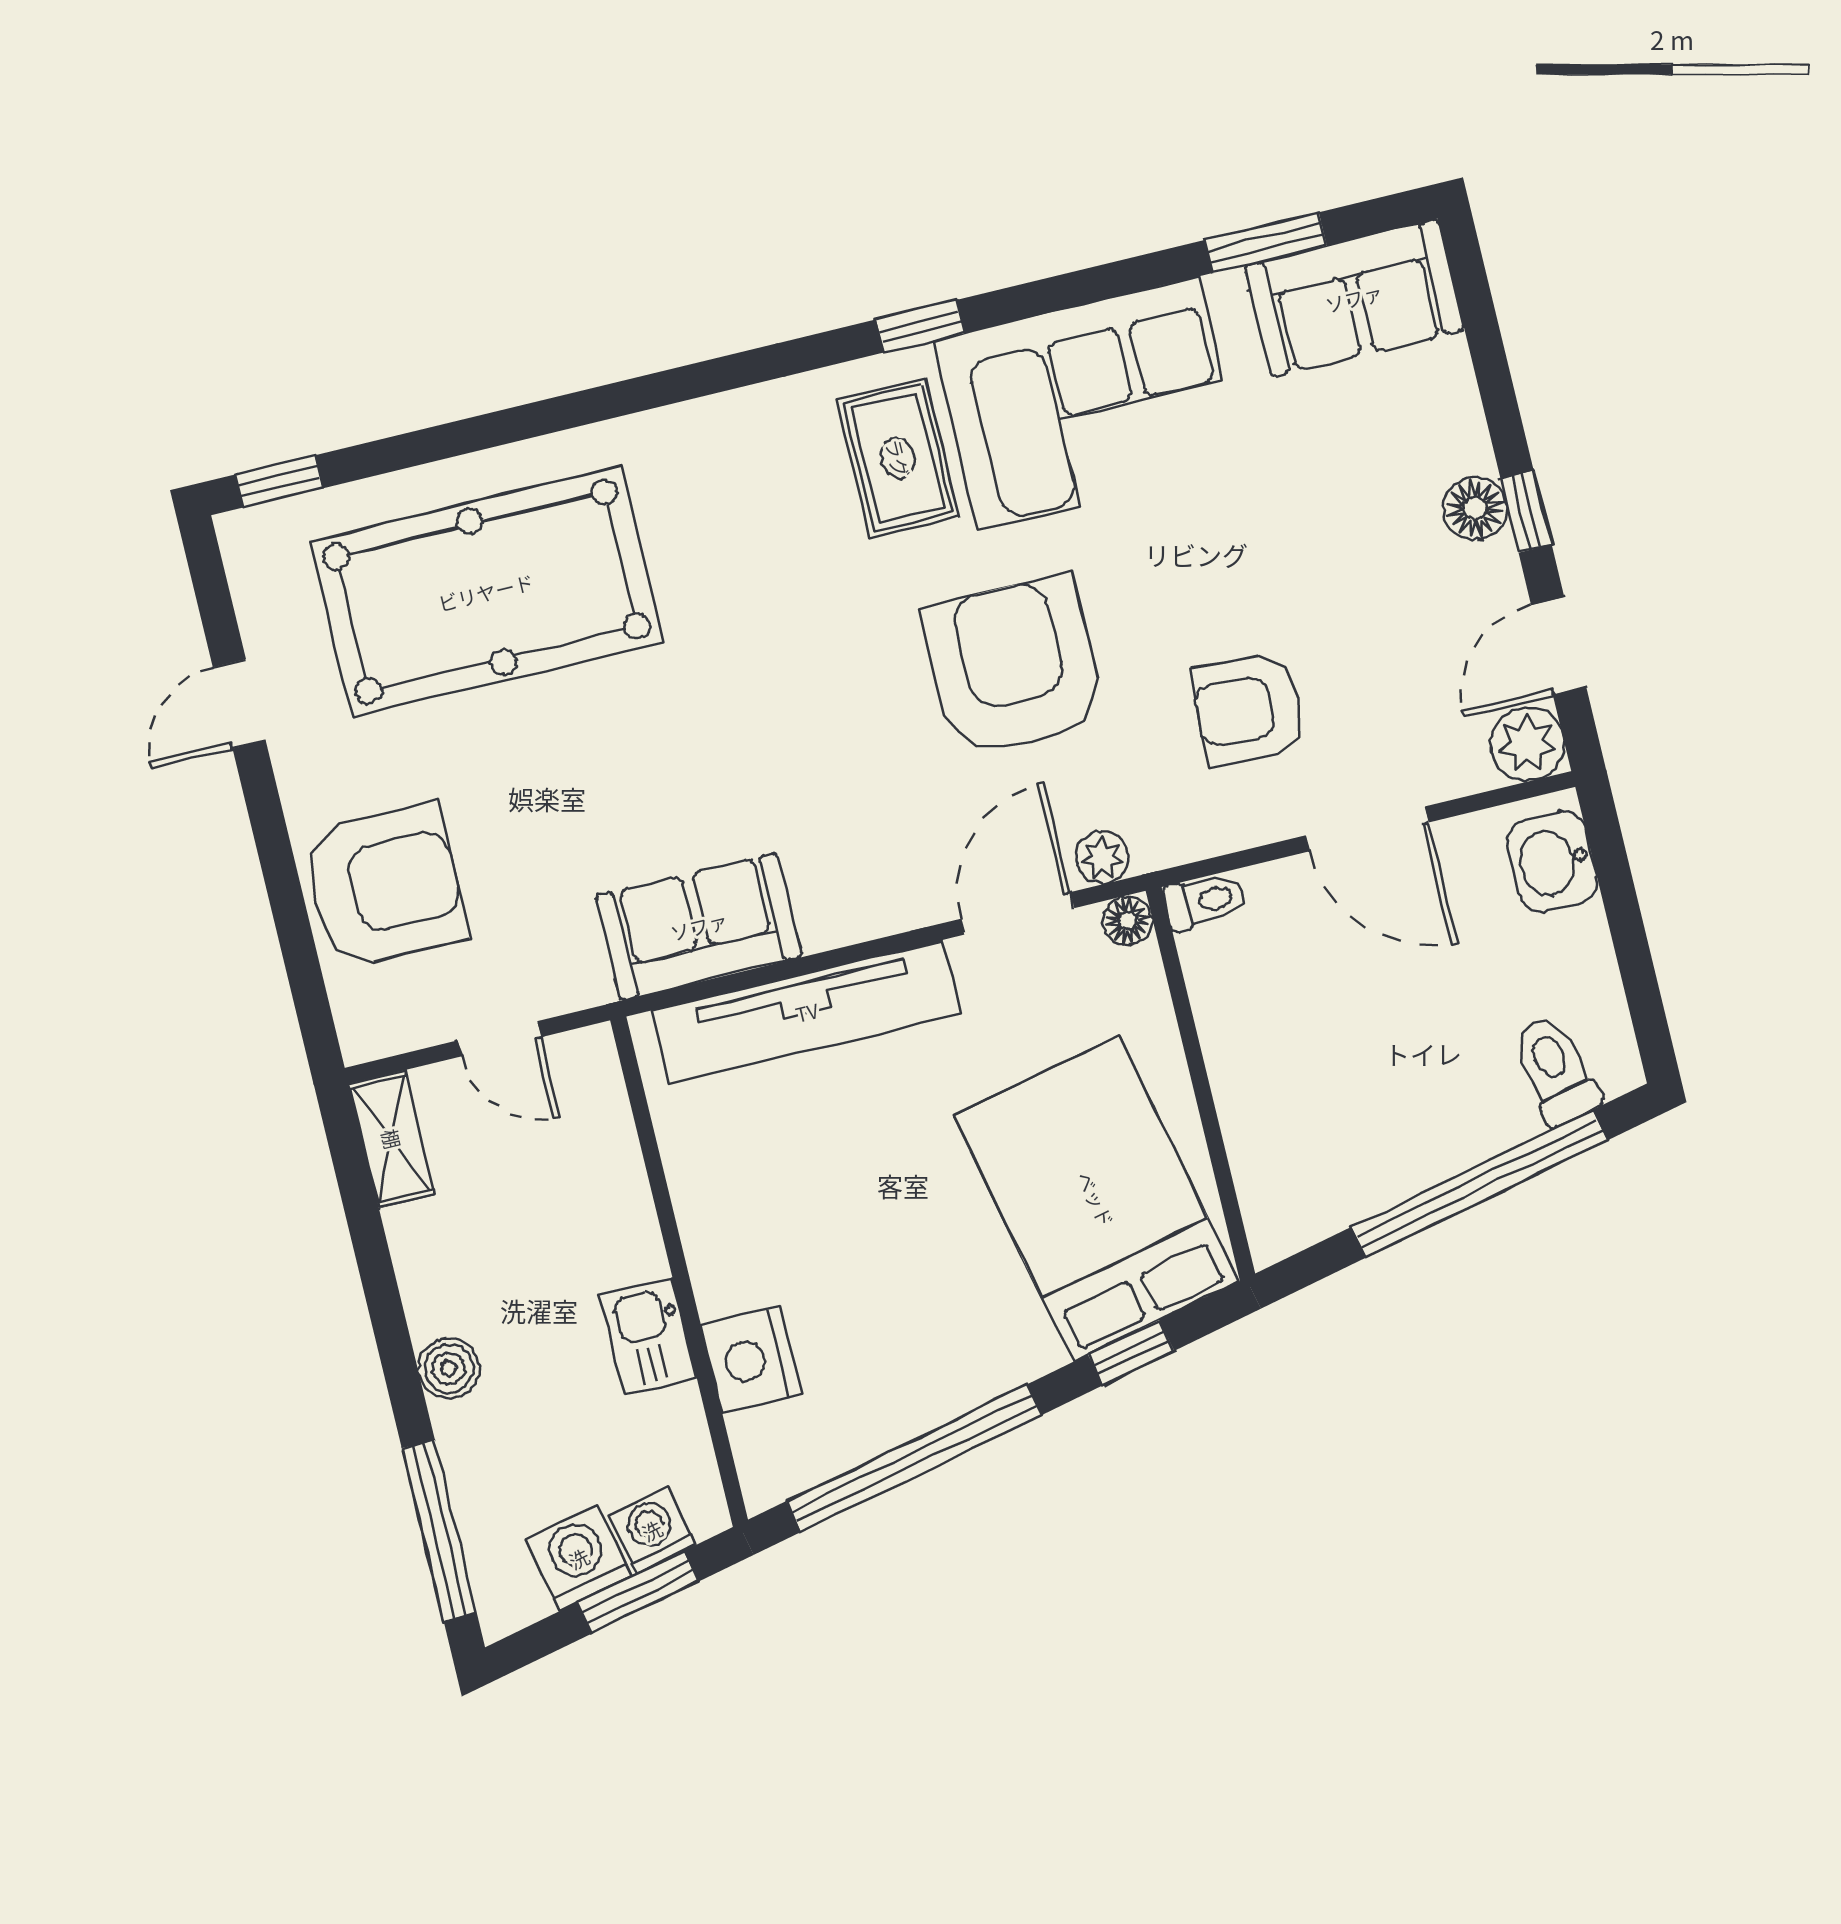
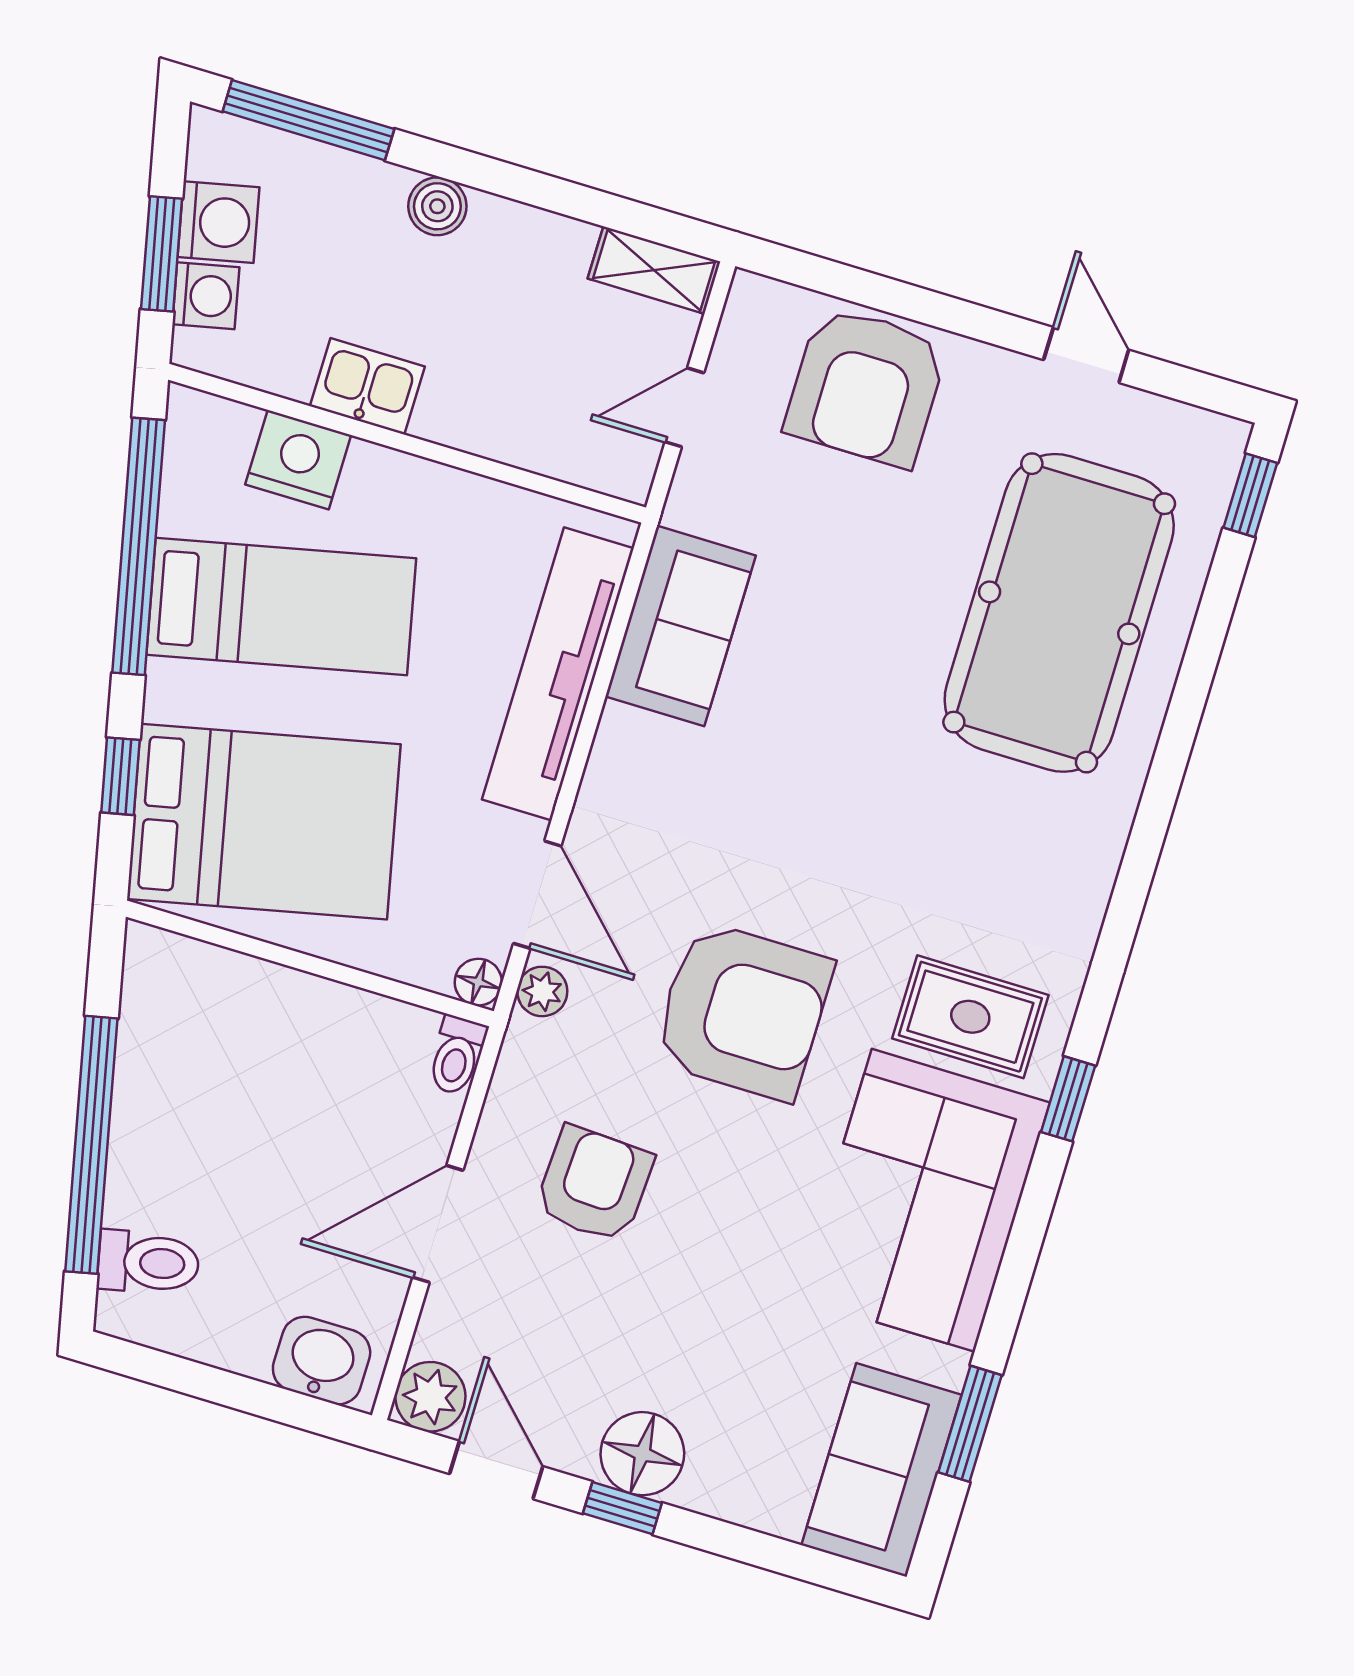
floor lamp: (1475, 508) -> (642, 1454), width x1.38, depth x1.38
bed: (893, 1297) -> (281, 606), added

